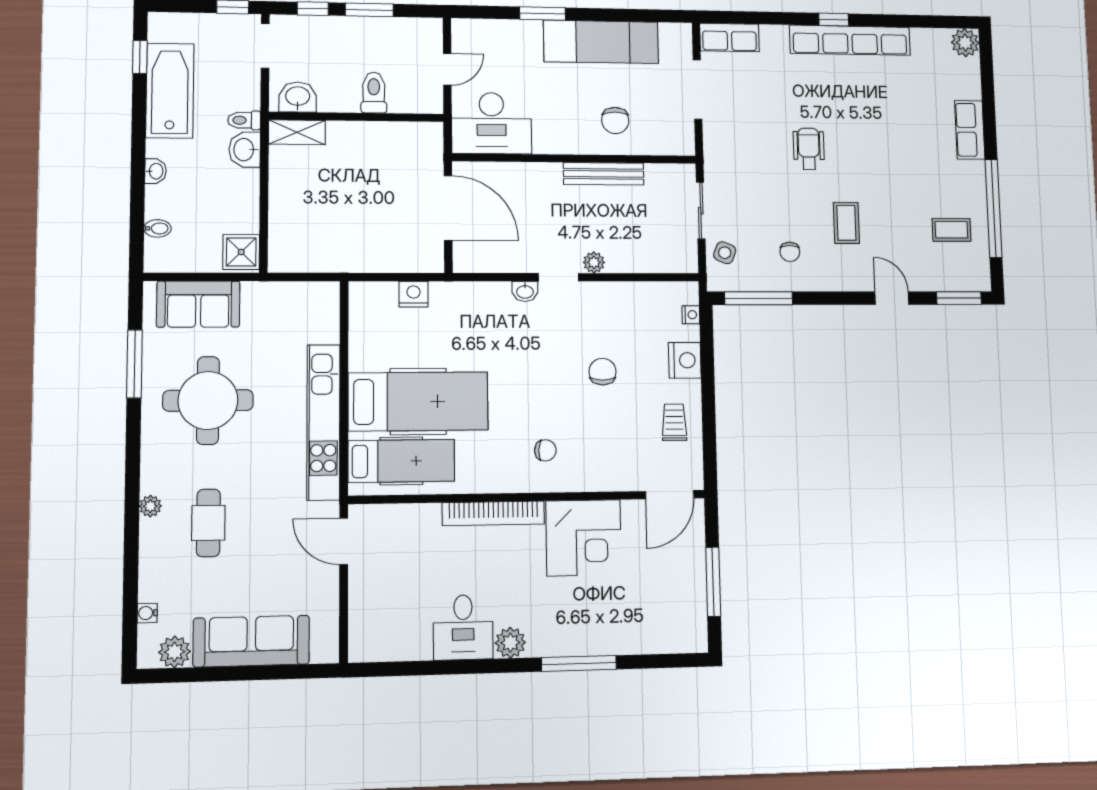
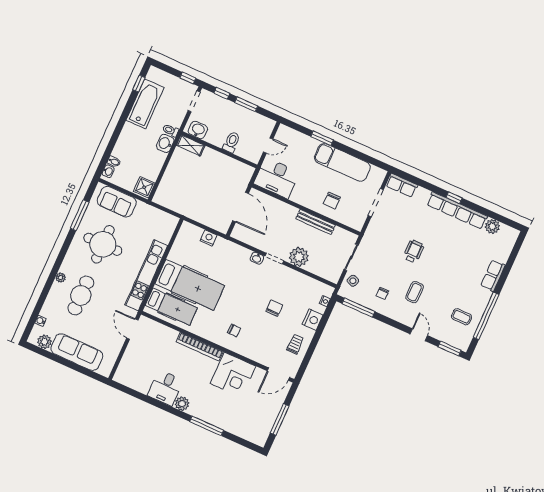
plant: (965, 43) -> (492, 226), moved
washbasin: (155, 171) -> (108, 171), moved
plant: (594, 262) -> (299, 257), width x1.87, depth x1.87
cafe table: (208, 523) -> (81, 295), width x1.37, depth x1.35

